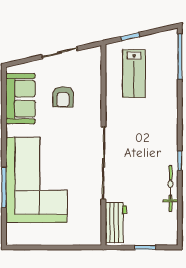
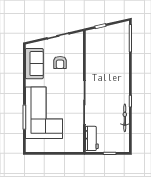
lab bench: (134, 74) -> (103, 48), removed

